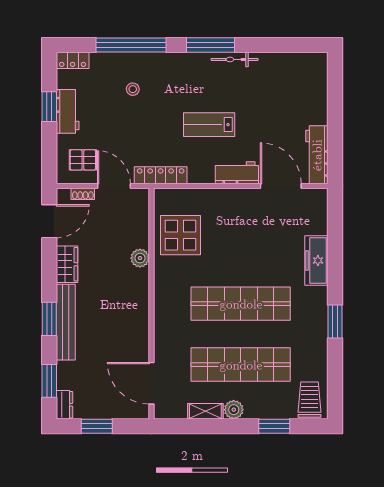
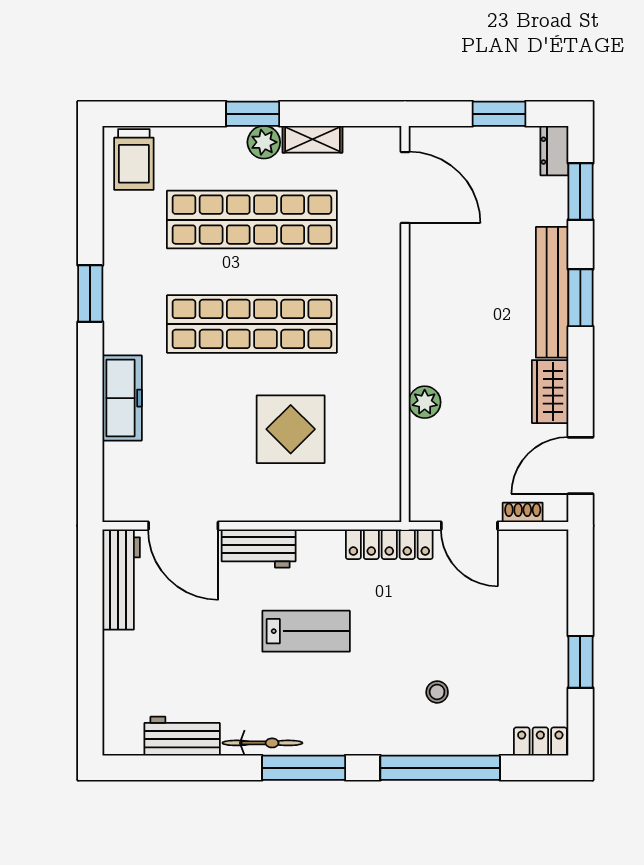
workbench: (68, 111) -> (182, 736), moved, turned 90
pallet: (83, 160) -> (523, 571), removed
display table: (181, 235) -> (291, 429), moved
window: (274, 426) -> (253, 114), moved

